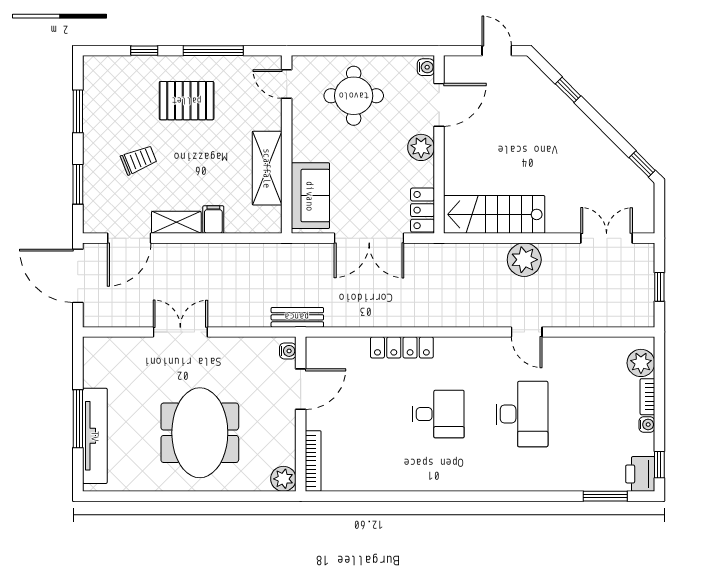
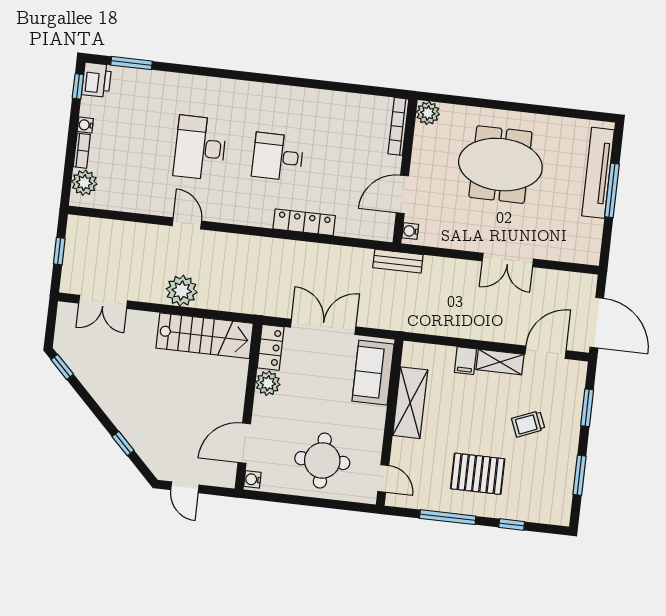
plant: (421, 147) -> (268, 383), moved
meeting table: (200, 433) -> (500, 165), turned 90

